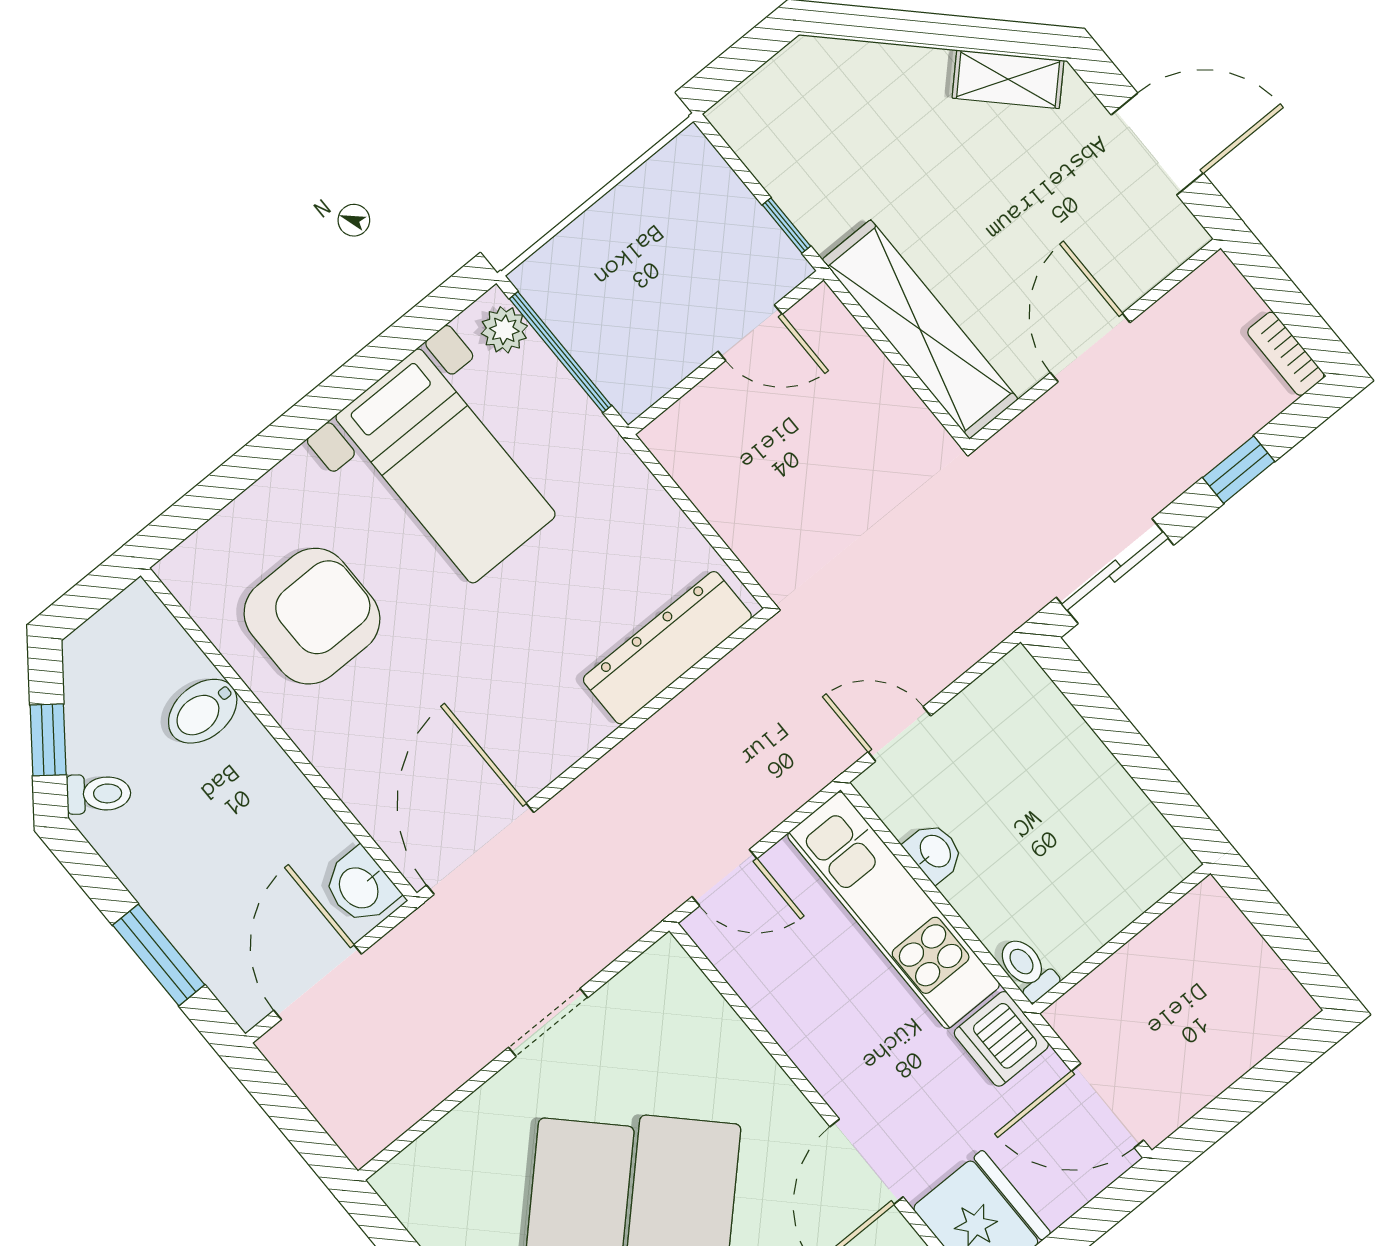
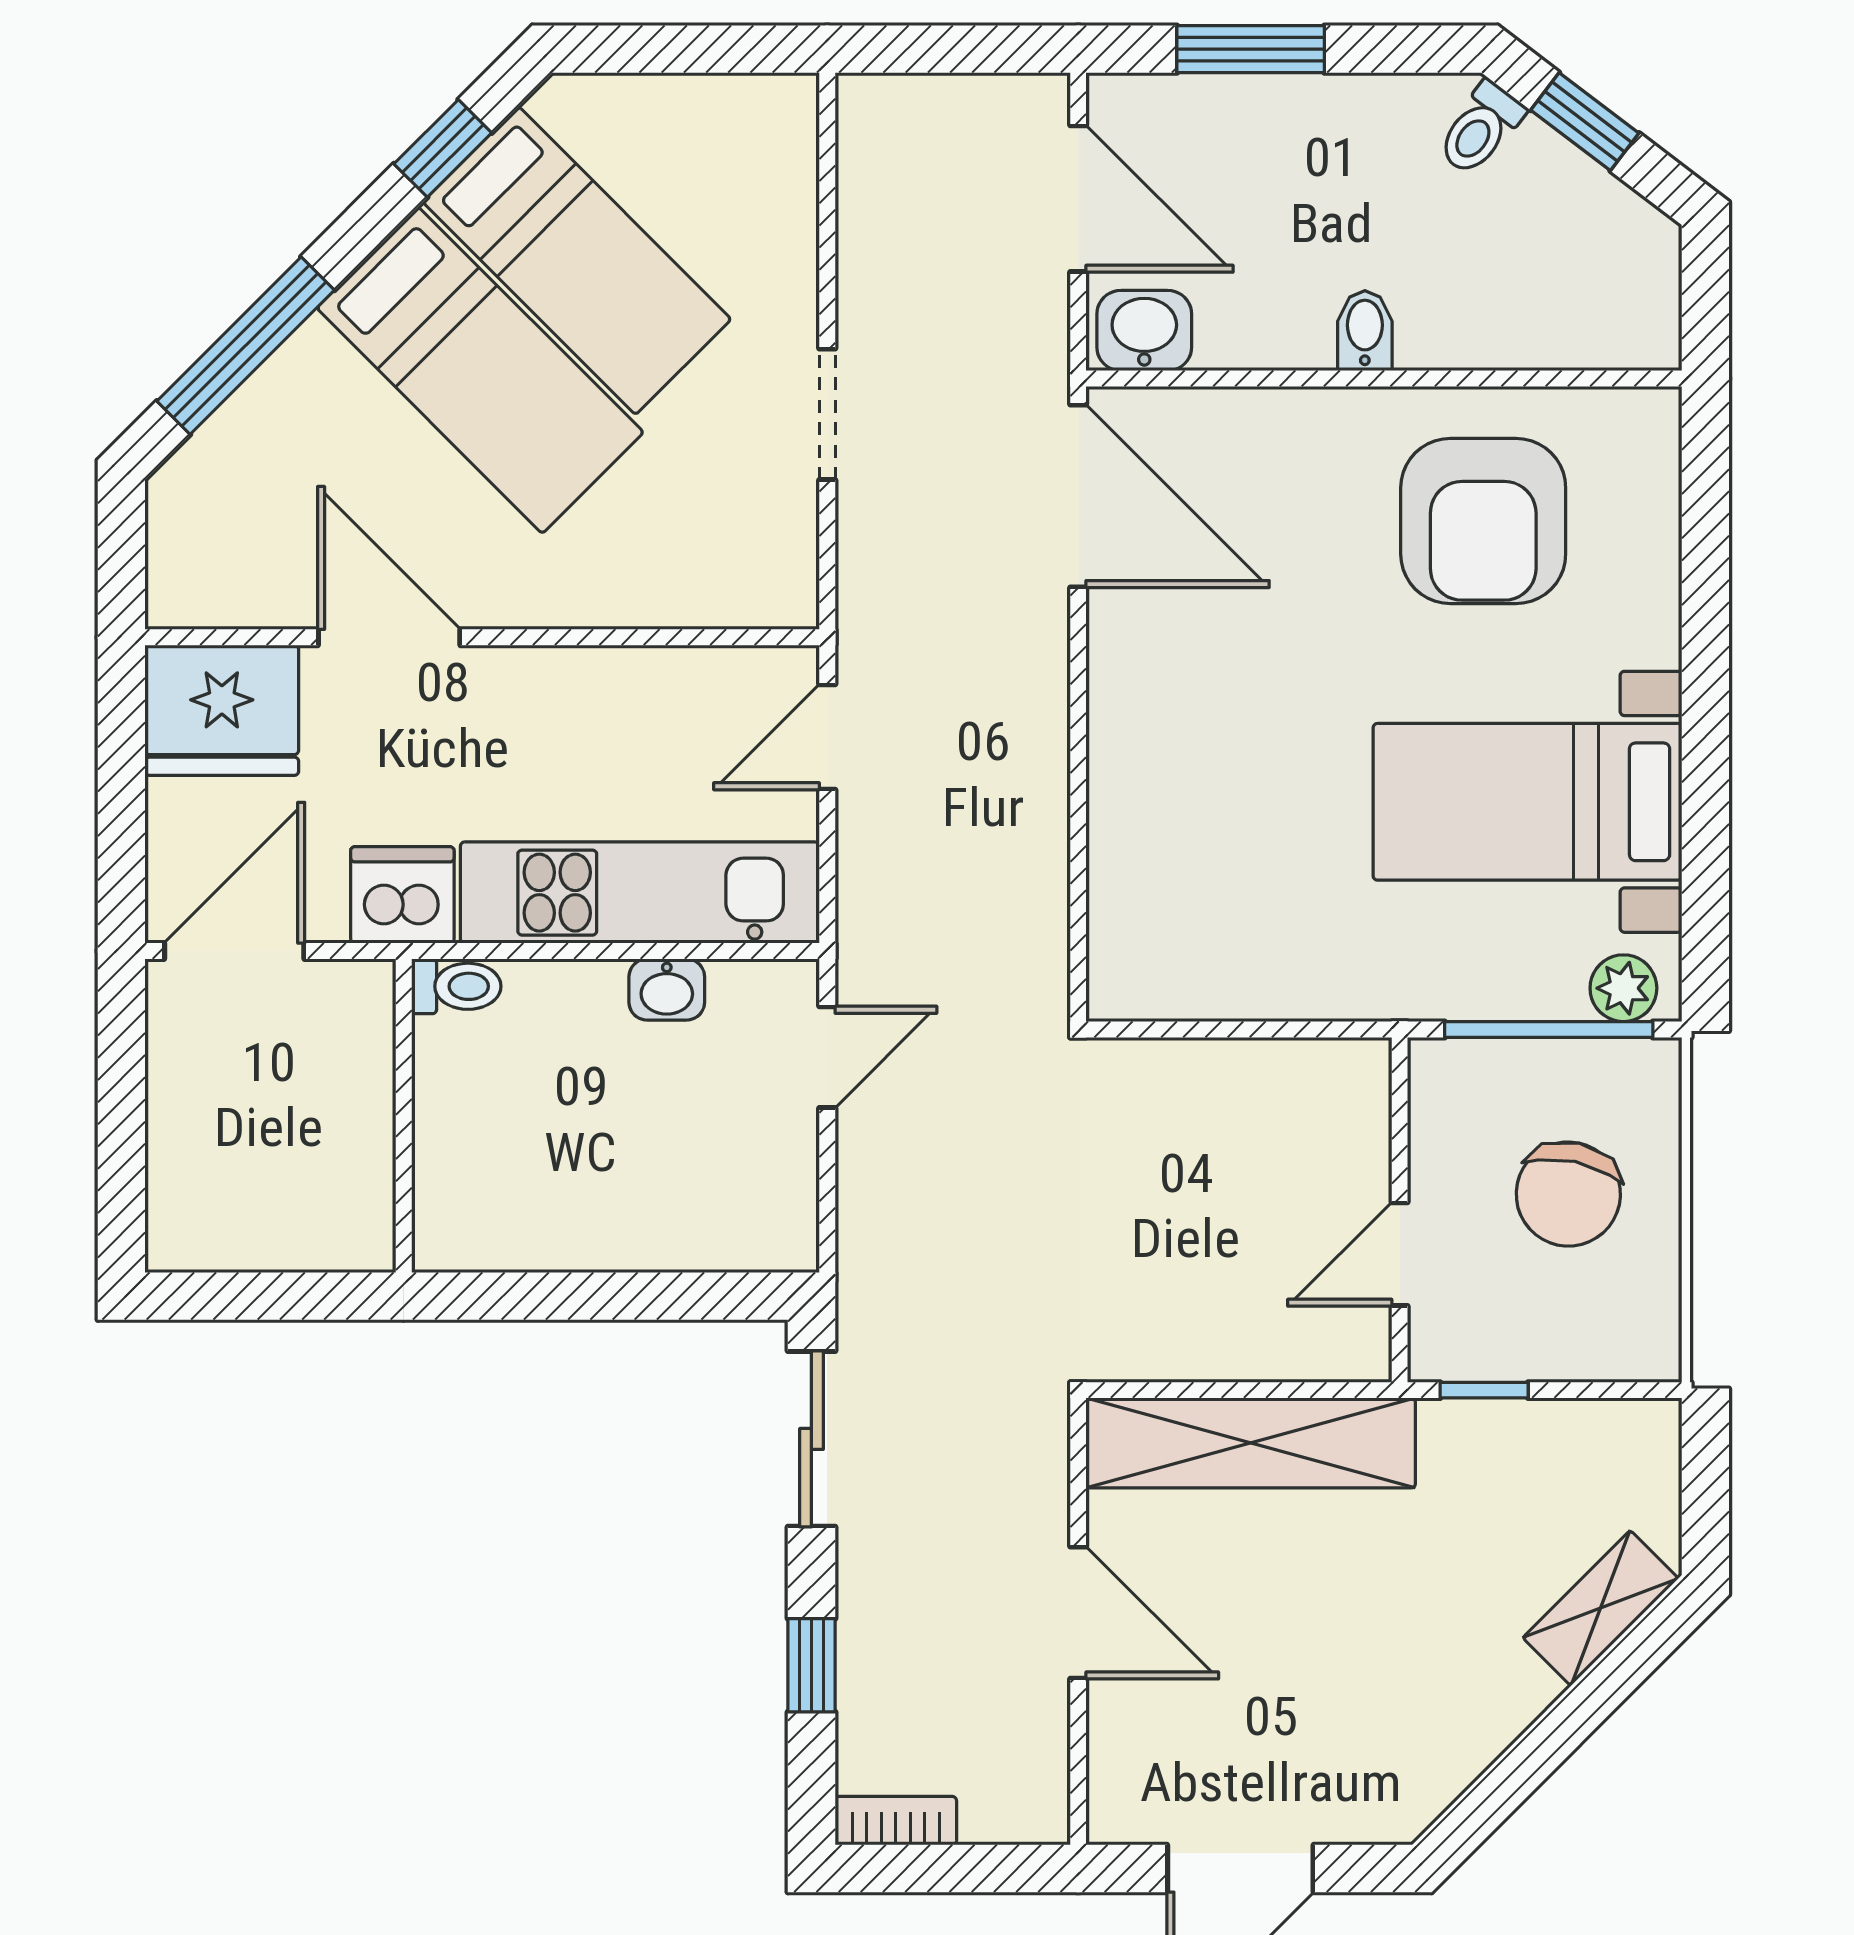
shelving: (1008, 79) -> (1601, 1608), moved
chair: (642, 268) -> (1568, 1194), added
dresser: (667, 648) -> (1130, 881), removed
bidet: (203, 711) -> (1365, 331), moved, width x0.72, depth x0.74

